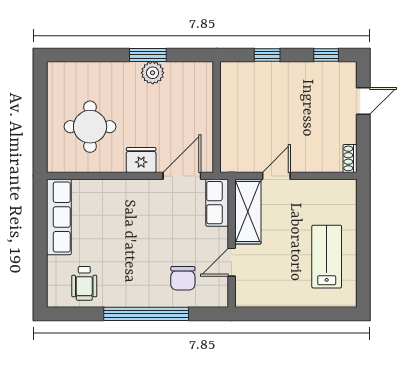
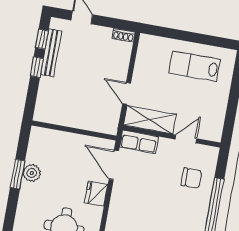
window: (267, 55) -> (37, 67), moved
bench: (311, 70) -> (51, 53), added
door: (232, 262) -> (186, 139), swing flipped

